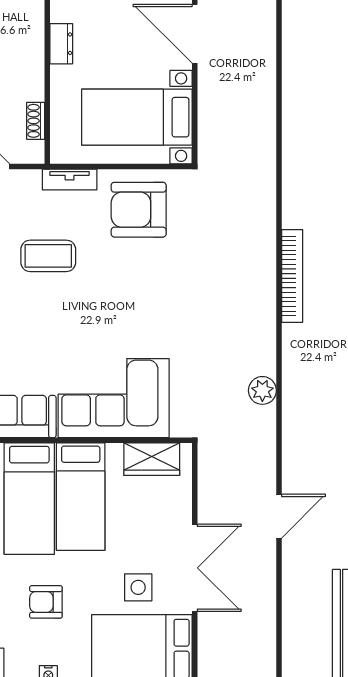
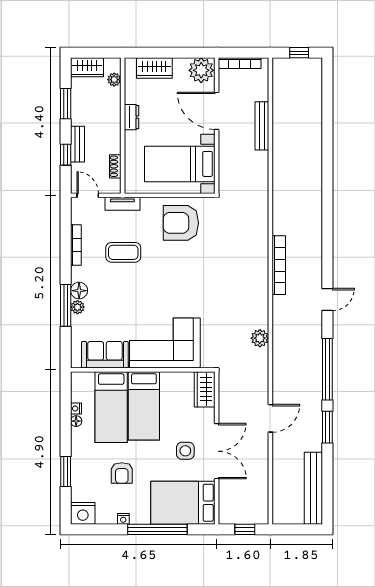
bench: (266, 57) -> (262, 126), added
tv unit: (70, 179) -> (122, 204), moved
wardrobe: (152, 459) -> (205, 389), moved, turned 90
side table: (138, 587) -> (185, 451), moved
armchair: (46, 602) -> (122, 473), turned -90

